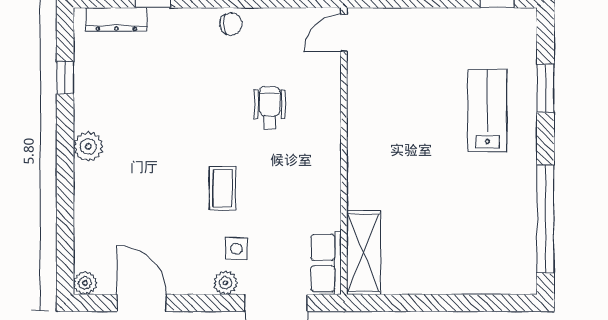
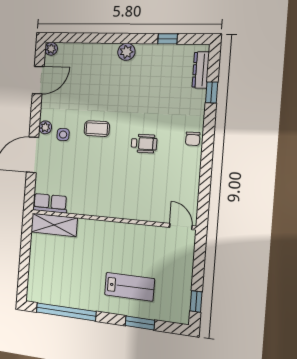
door: (344, 33) -> (181, 226), moved
wheelchair: (270, 108) -> (144, 144), moved
wall: (344, 151) -> (111, 220), moved
shelving: (363, 253) -> (54, 225), moved
row of seats: (326, 263) -> (50, 203), moved

